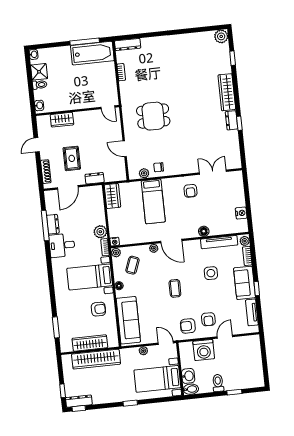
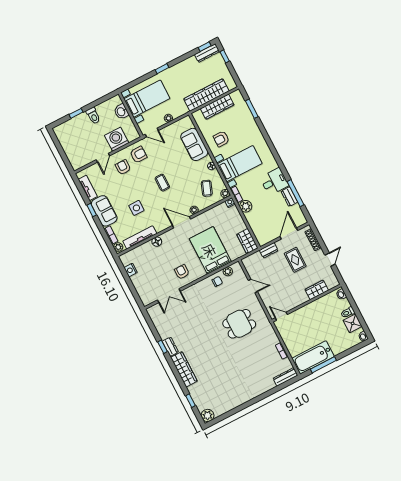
bed: (153, 201) -> (210, 250), width x1.50
sofa: (128, 320) -> (194, 144), width x0.73
bidet: (191, 389) -> (115, 101), removed

